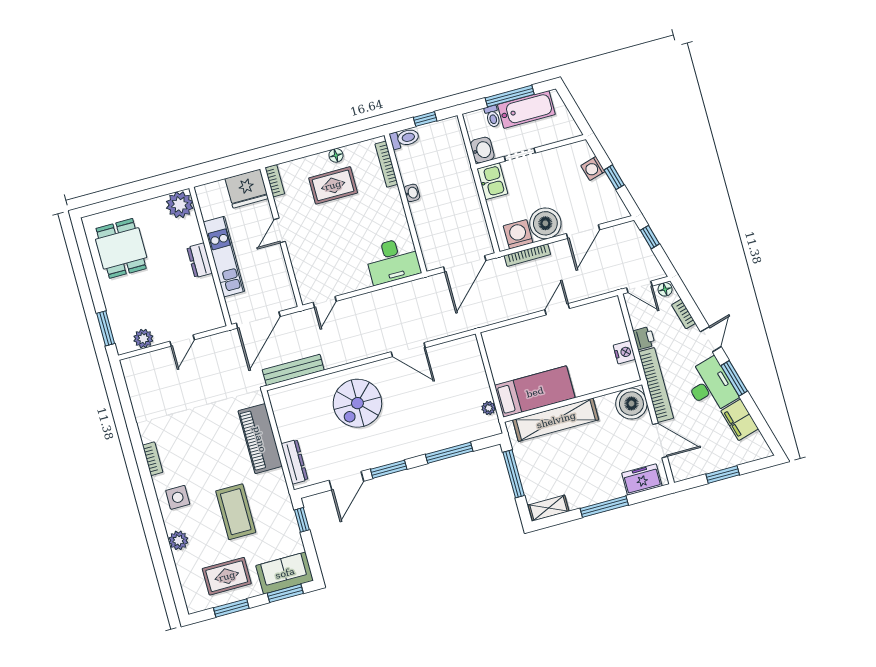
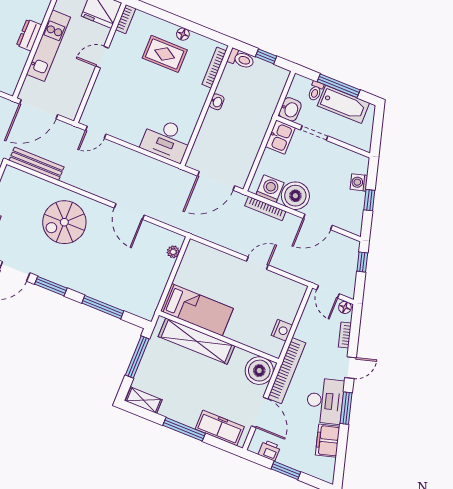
printer: (644, 338) -> (269, 450), moved, turned -90
plant: (489, 408) -> (173, 252), moved
freezer: (642, 480) -> (220, 428), width x1.40

